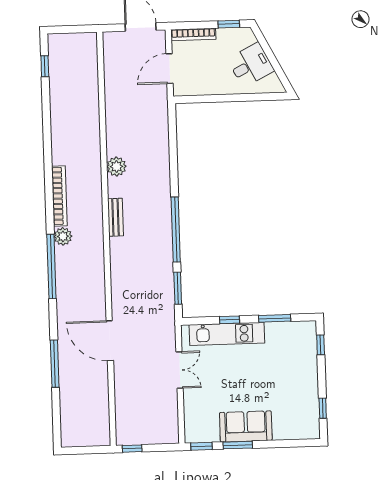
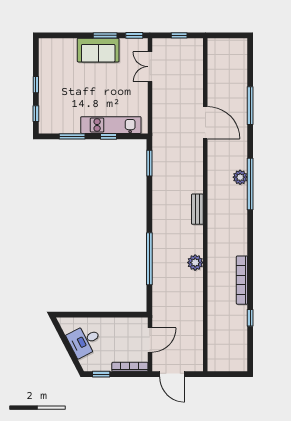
window: (45, 66) -> (250, 318), moved
bookcase: (59, 196) -> (242, 280), moved
bench: (116, 217) -> (197, 209), moved
window: (176, 230) -> (149, 259), moved
plant: (63, 236) -> (240, 177), moved
double door: (180, 370) -> (150, 67), moved
window: (323, 408) -> (36, 85), moved
window: (132, 449) -> (179, 35), moved

